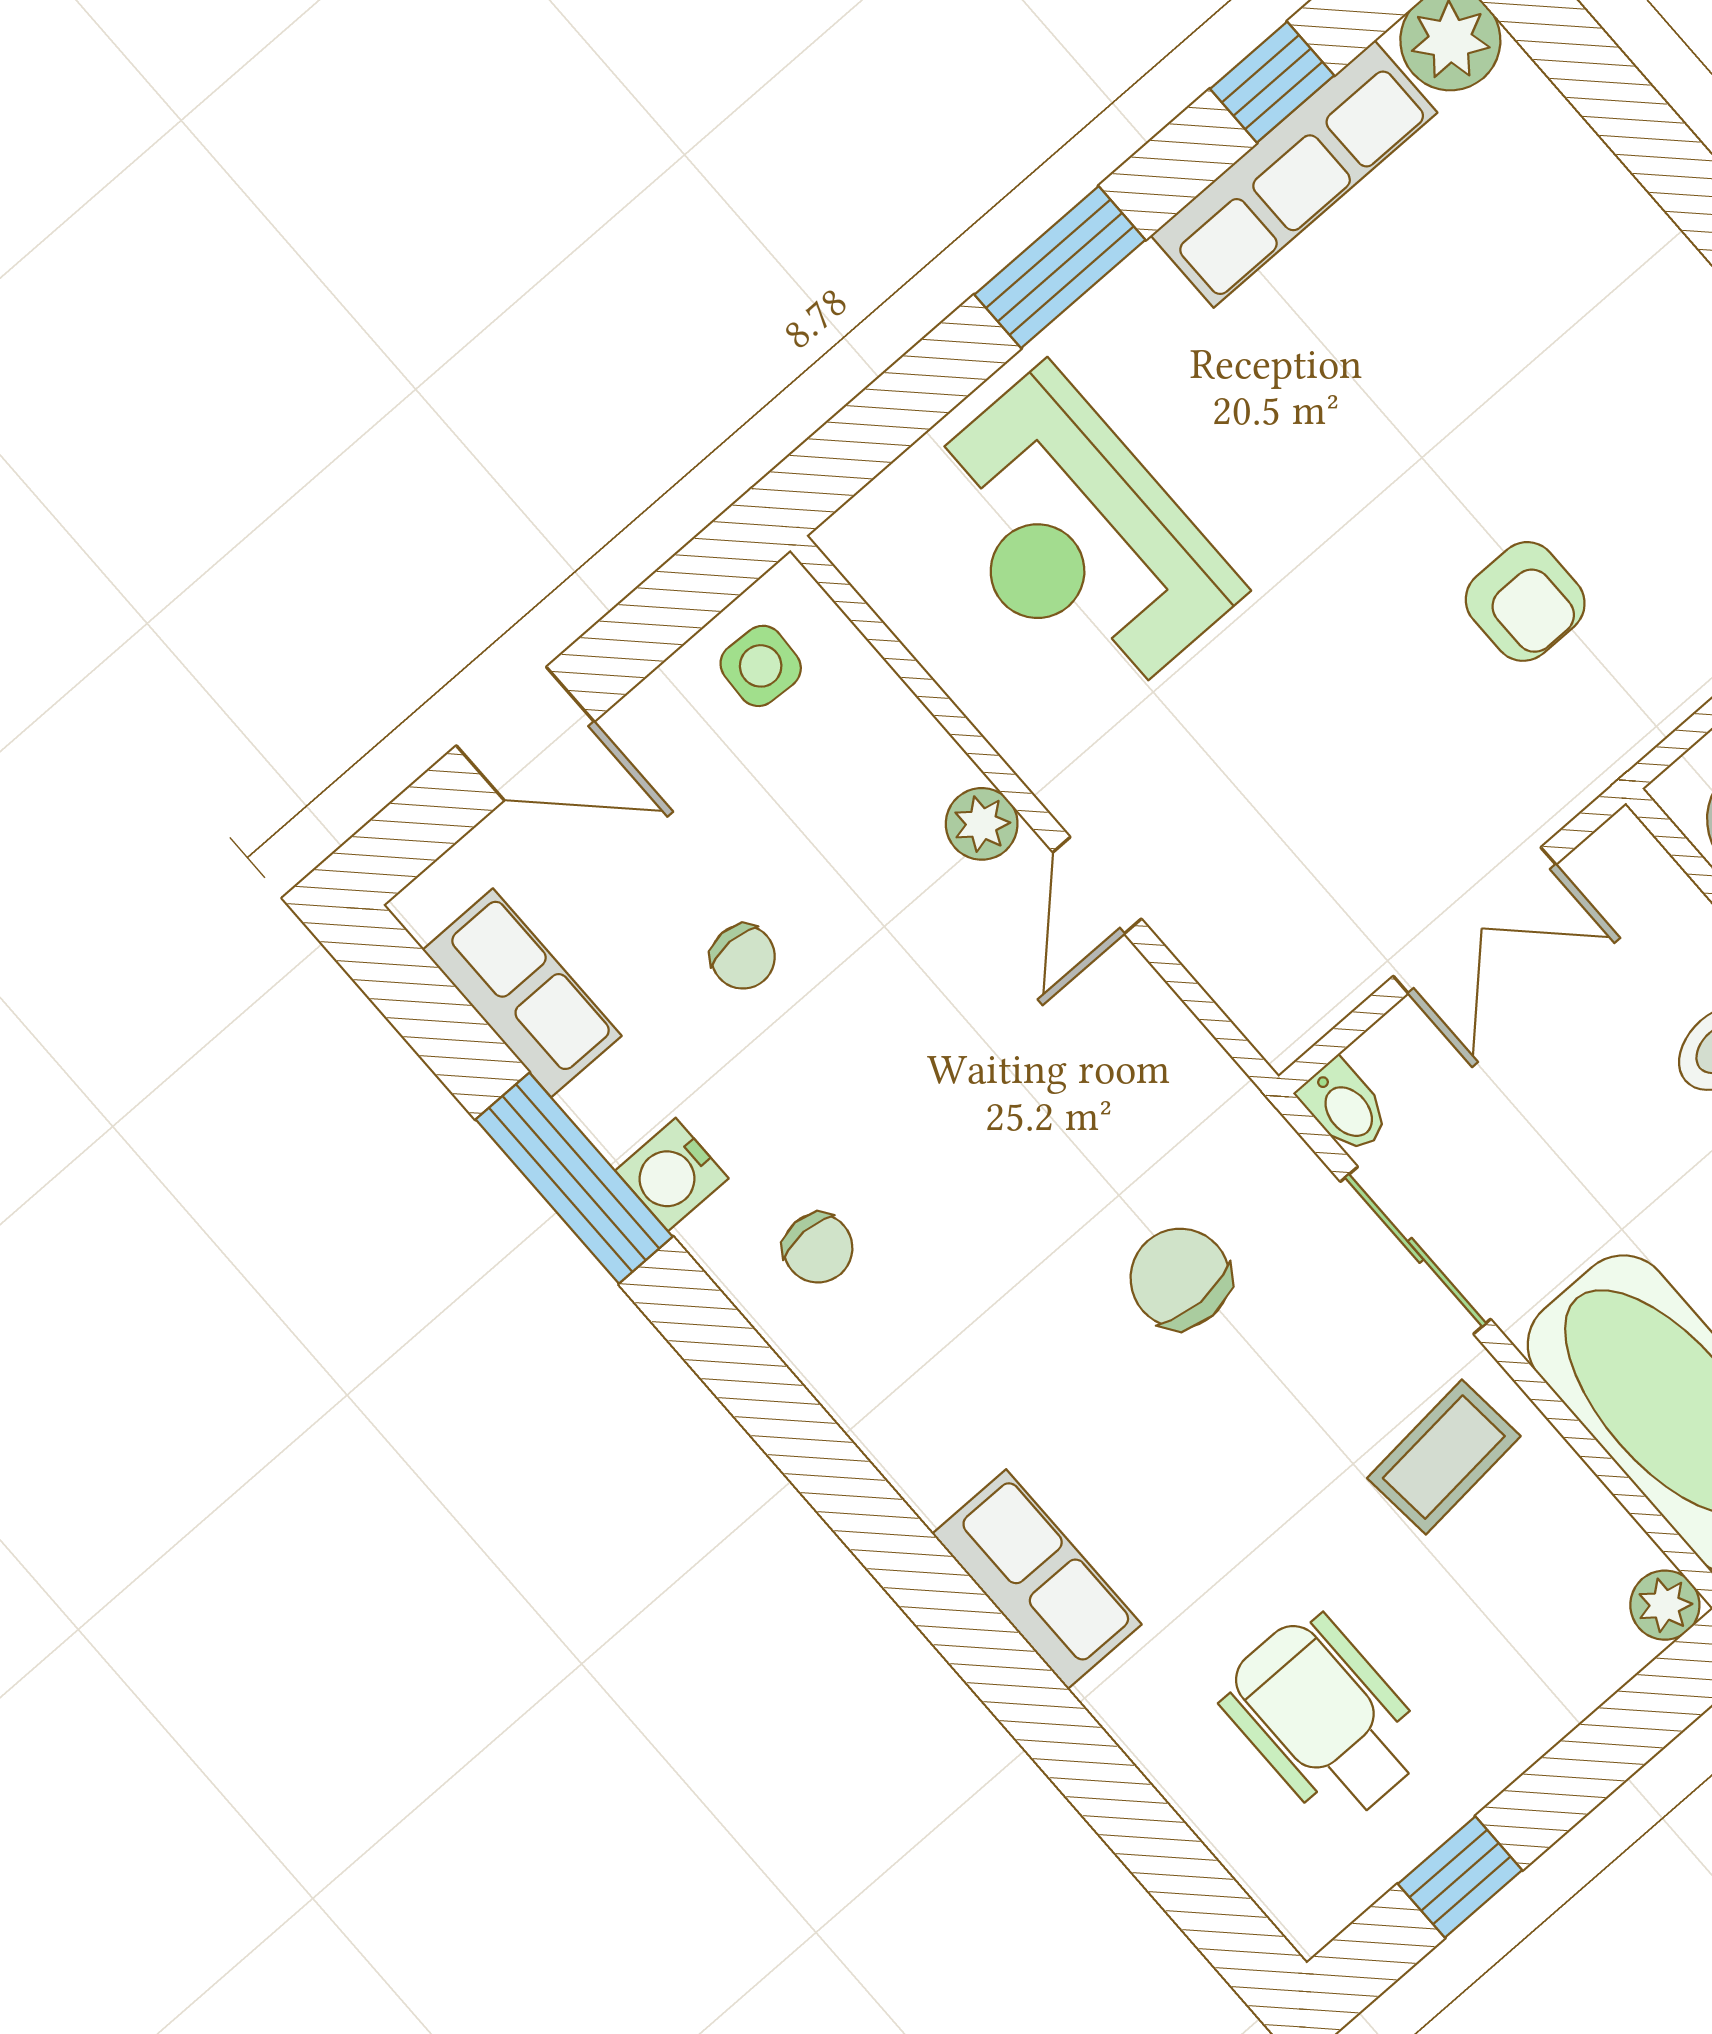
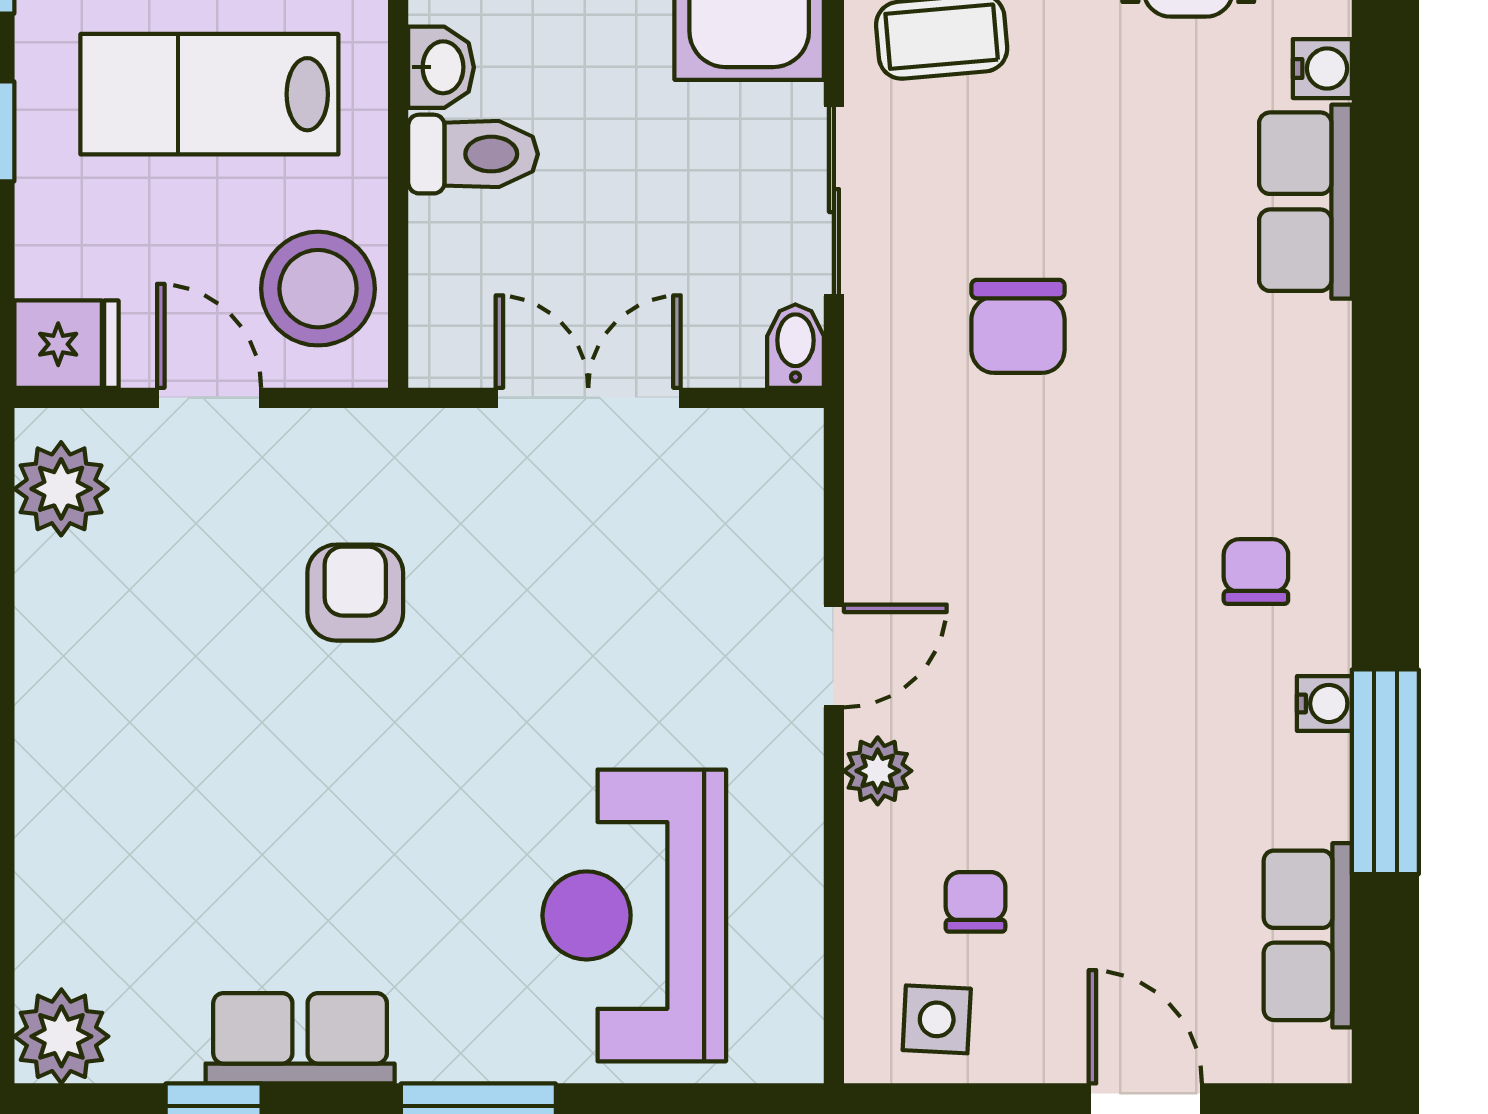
row of seats: (1294, 174) -> (300, 1038), width x0.68
reception desk: (1076, 538) -> (634, 915), turned 180
chair: (743, 957) -> (975, 902), moved
water cooler: (672, 1174) -> (1324, 703), width x0.72, depth x0.72
water cooler: (1116, 1698) -> (1322, 69), added

